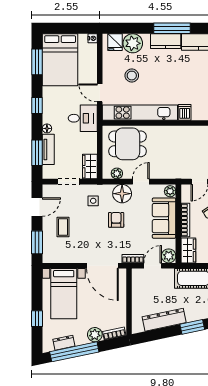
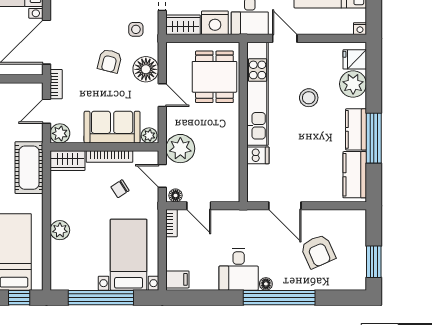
stool: (132, 76) -> (309, 98), moved
door: (100, 93) -> (285, 38), hinge flipped
nightstand: (88, 143) -> (215, 23), added
plant: (117, 173) -> (180, 149), moved, width x1.88, depth x1.88
armchair: (116, 220) -> (110, 61), turned 104
door: (153, 266) -> (46, 111), swing flipped

